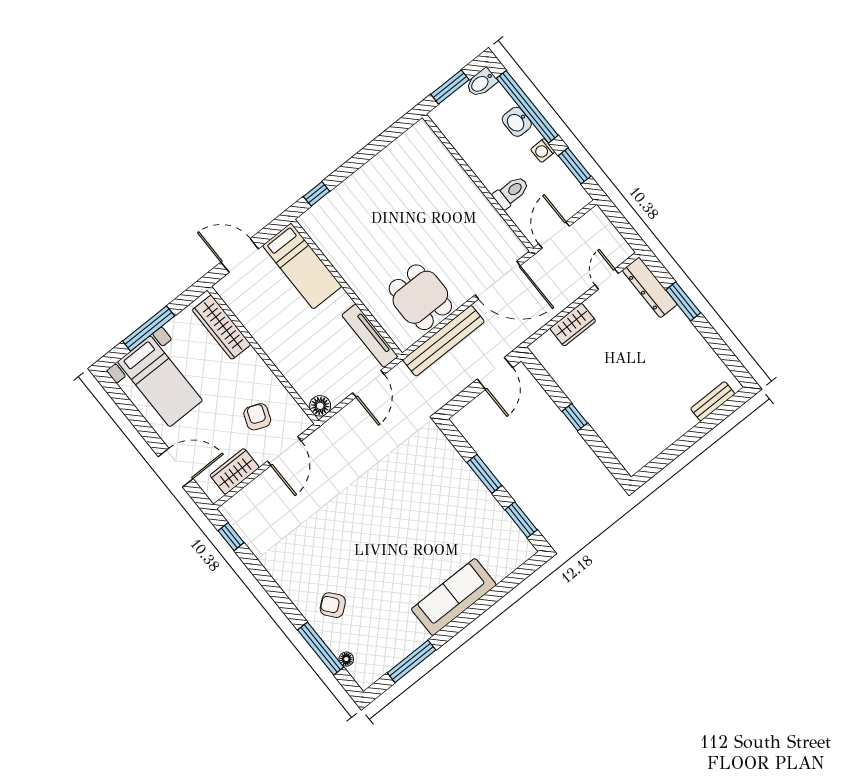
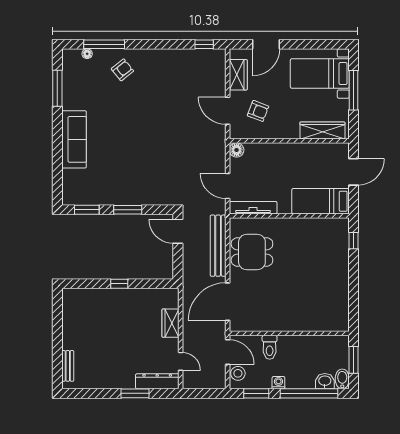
washbasin: (517, 122) -> (325, 381), moved
stool: (569, 204) -> (238, 373), added
door: (495, 373) -> (178, 231), moved

